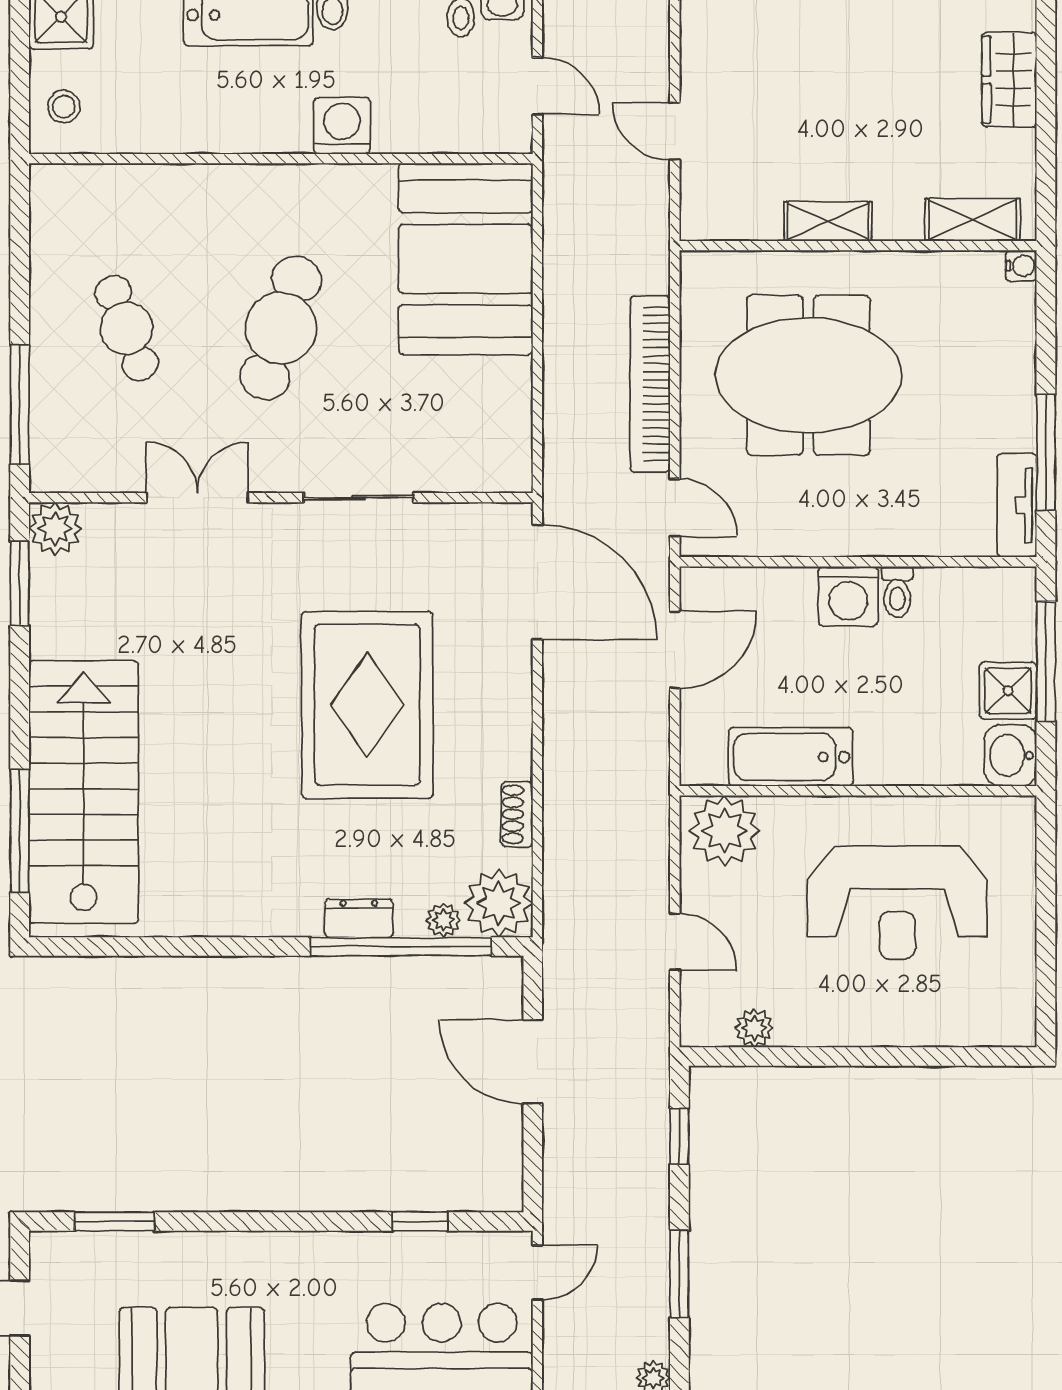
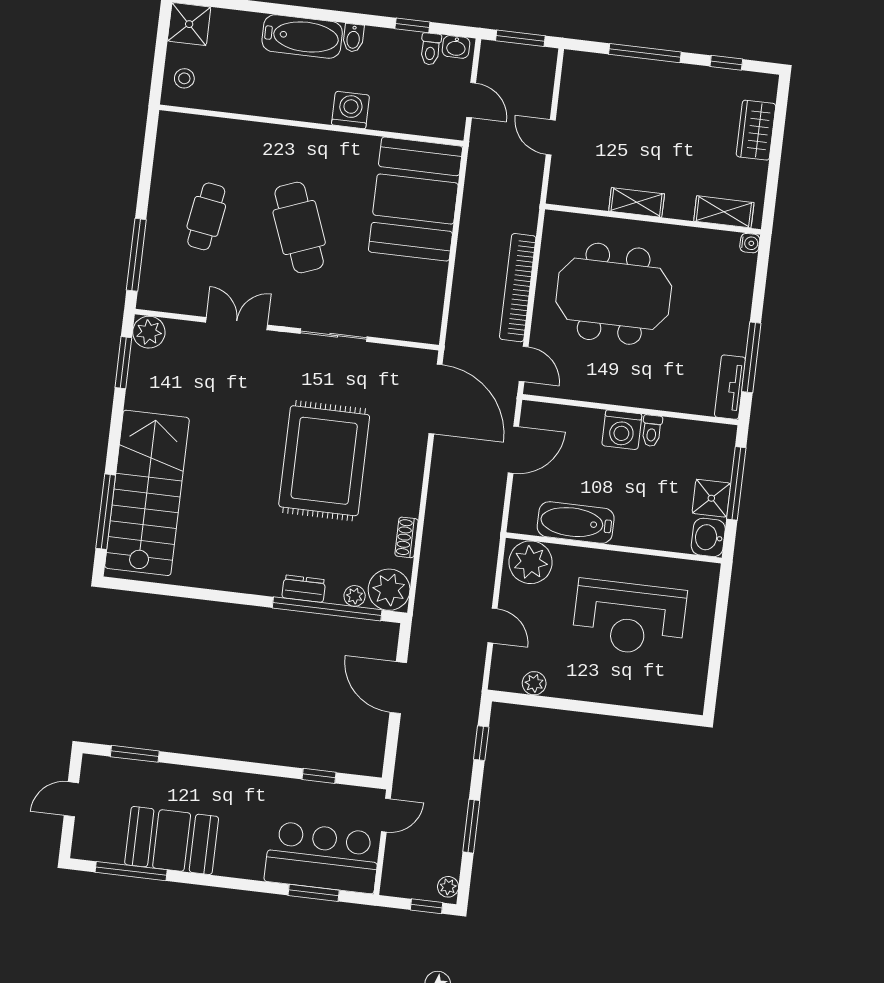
cafe table: (127, 328) -> (206, 216), turned 30
cafe table: (281, 328) -> (299, 227), turned -39

